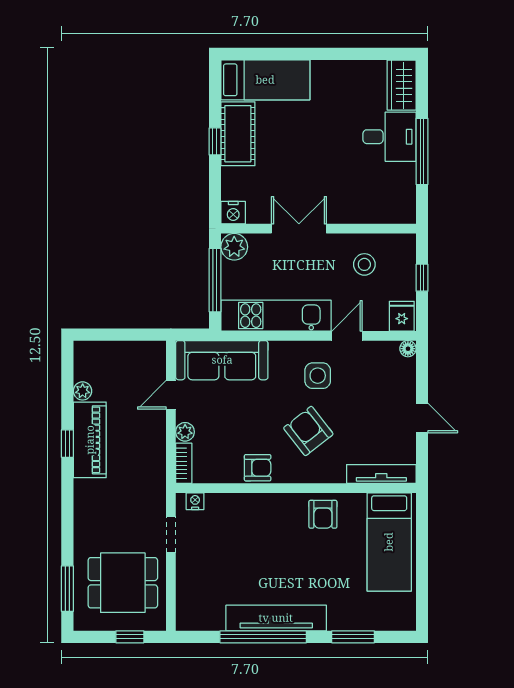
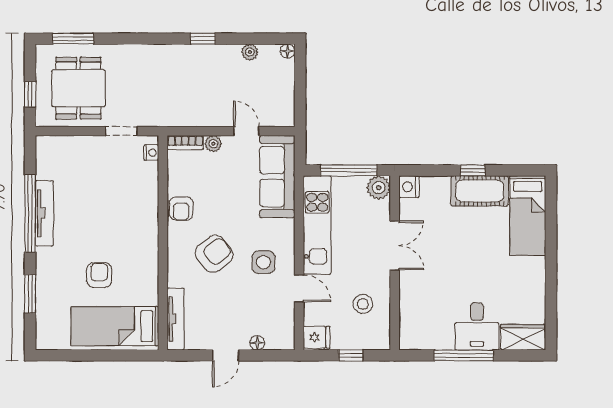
floor lamp: (81, 349) -> (288, 51), added
floor lamp: (408, 349) -> (257, 343), moved
piano: (90, 440) -> (206, 59), removed
armchair: (323, 514) -> (99, 275), moved, turned 90
tv unit: (276, 618) -> (44, 213), width x0.73, depth x0.78

